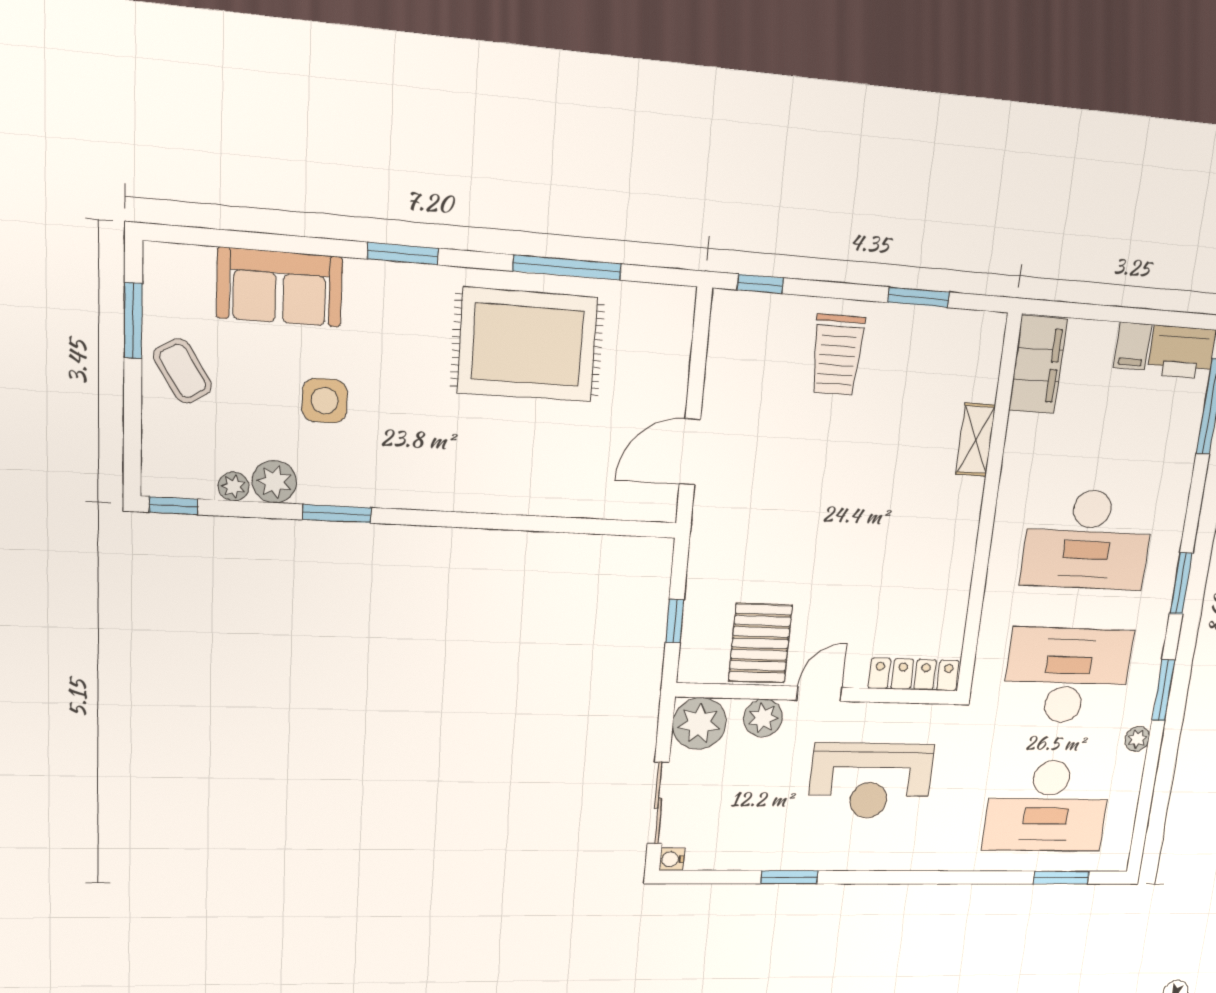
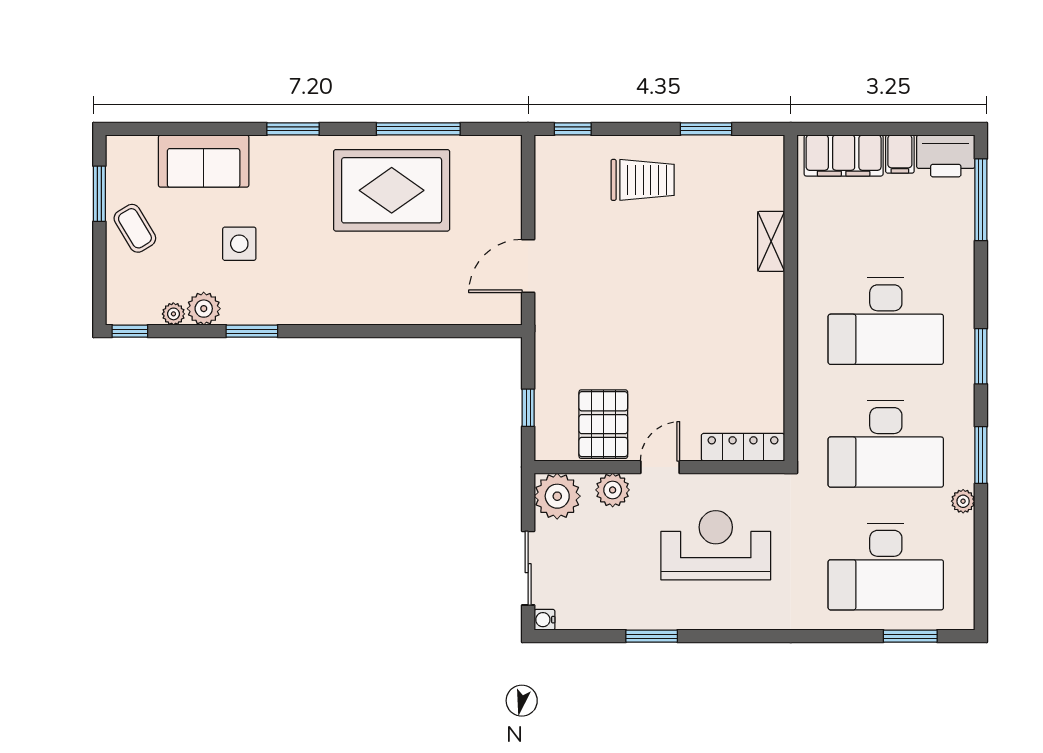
trolley: (837, 355) -> (643, 180), turned -90
filing cabinet: (1038, 365) -> (844, 155), moved, turned 90
desk: (1067, 675) -> (886, 444), turned 180
reception desk: (871, 781) -> (716, 545), turned 180

